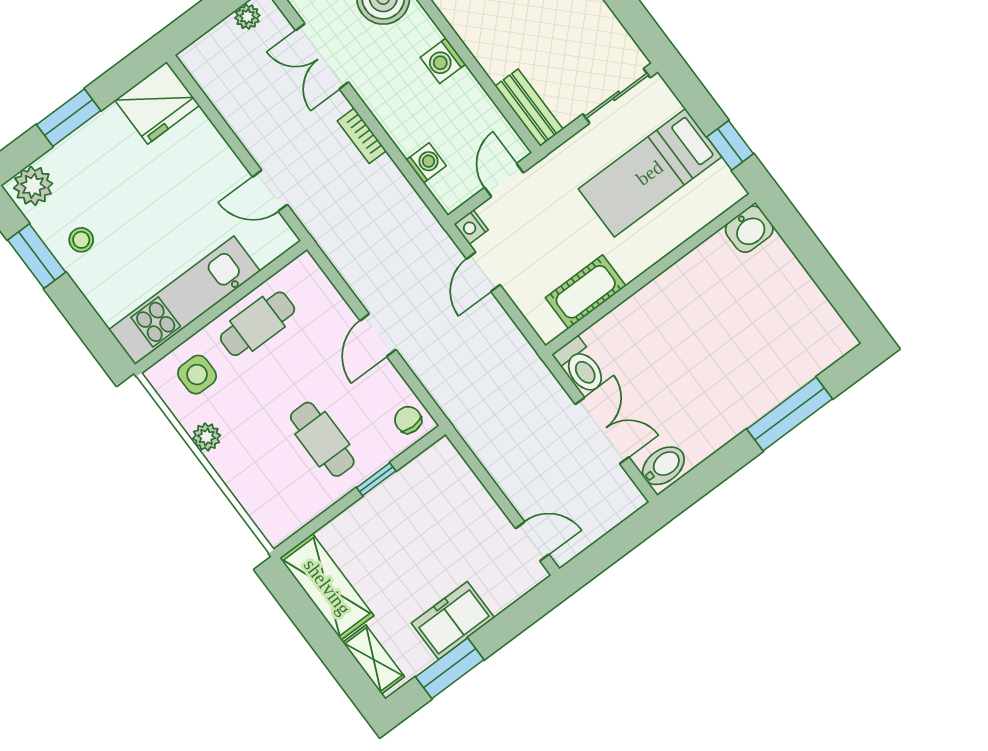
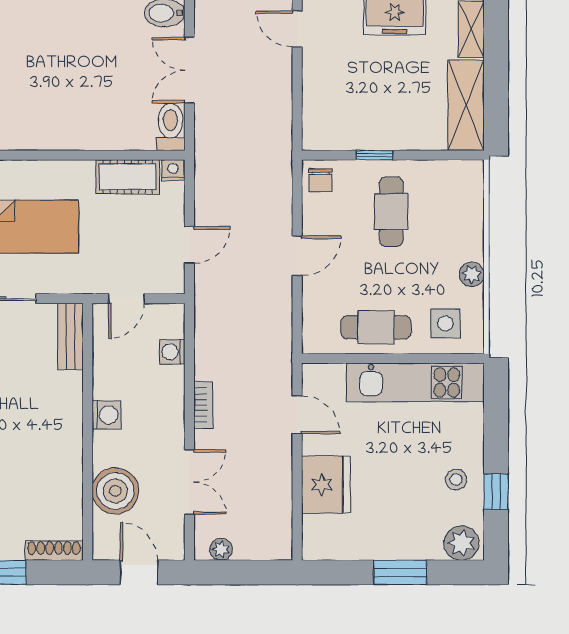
fridge: (157, 103) -> (326, 485), moved, turned 90
nightstand: (471, 227) -> (173, 170), moved, turned -90
window: (37, 256) -> (496, 492), width x0.67

